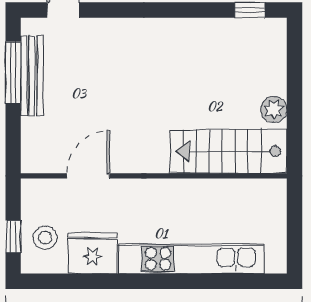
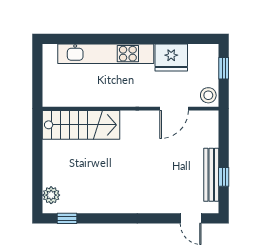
window: (13, 73) -> (224, 177), width x0.46
plant: (274, 109) -> (51, 195), moved
stool: (45, 238) -> (208, 95), moved

